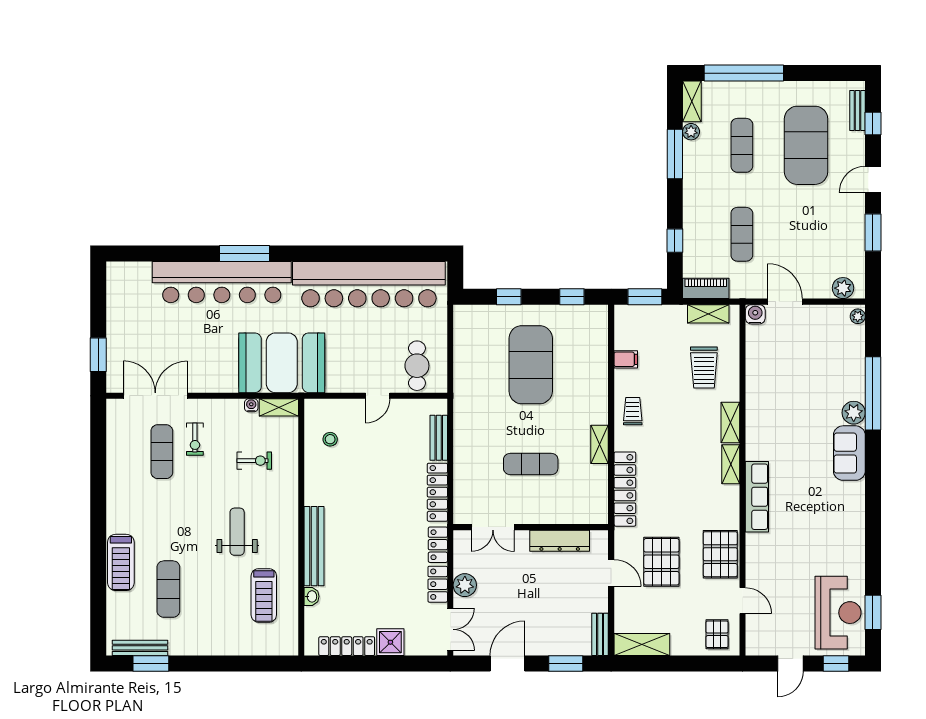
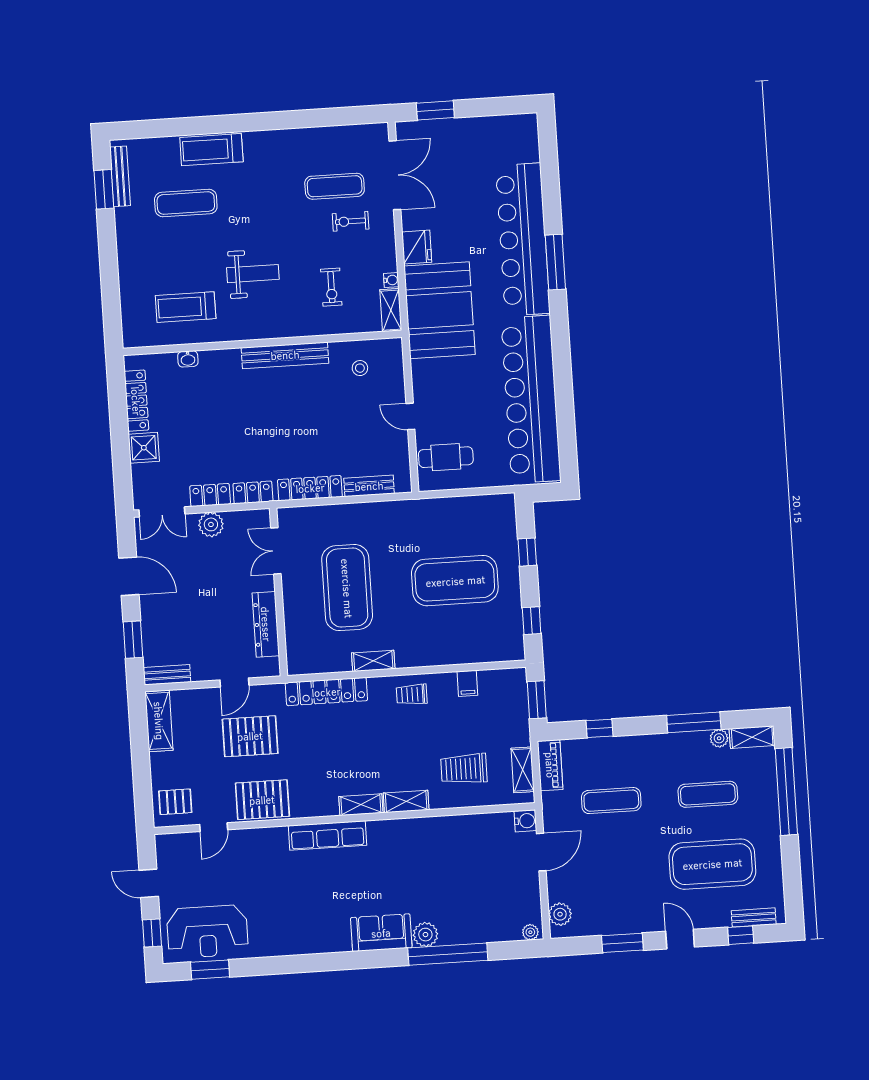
fridge: (223, 380) -> (417, 247), added
trolley: (633, 411) -> (412, 695), turned 180
exercise mat: (531, 464) -> (347, 588), width x2.00, depth x1.45
bench: (314, 546) -> (285, 355), moved

